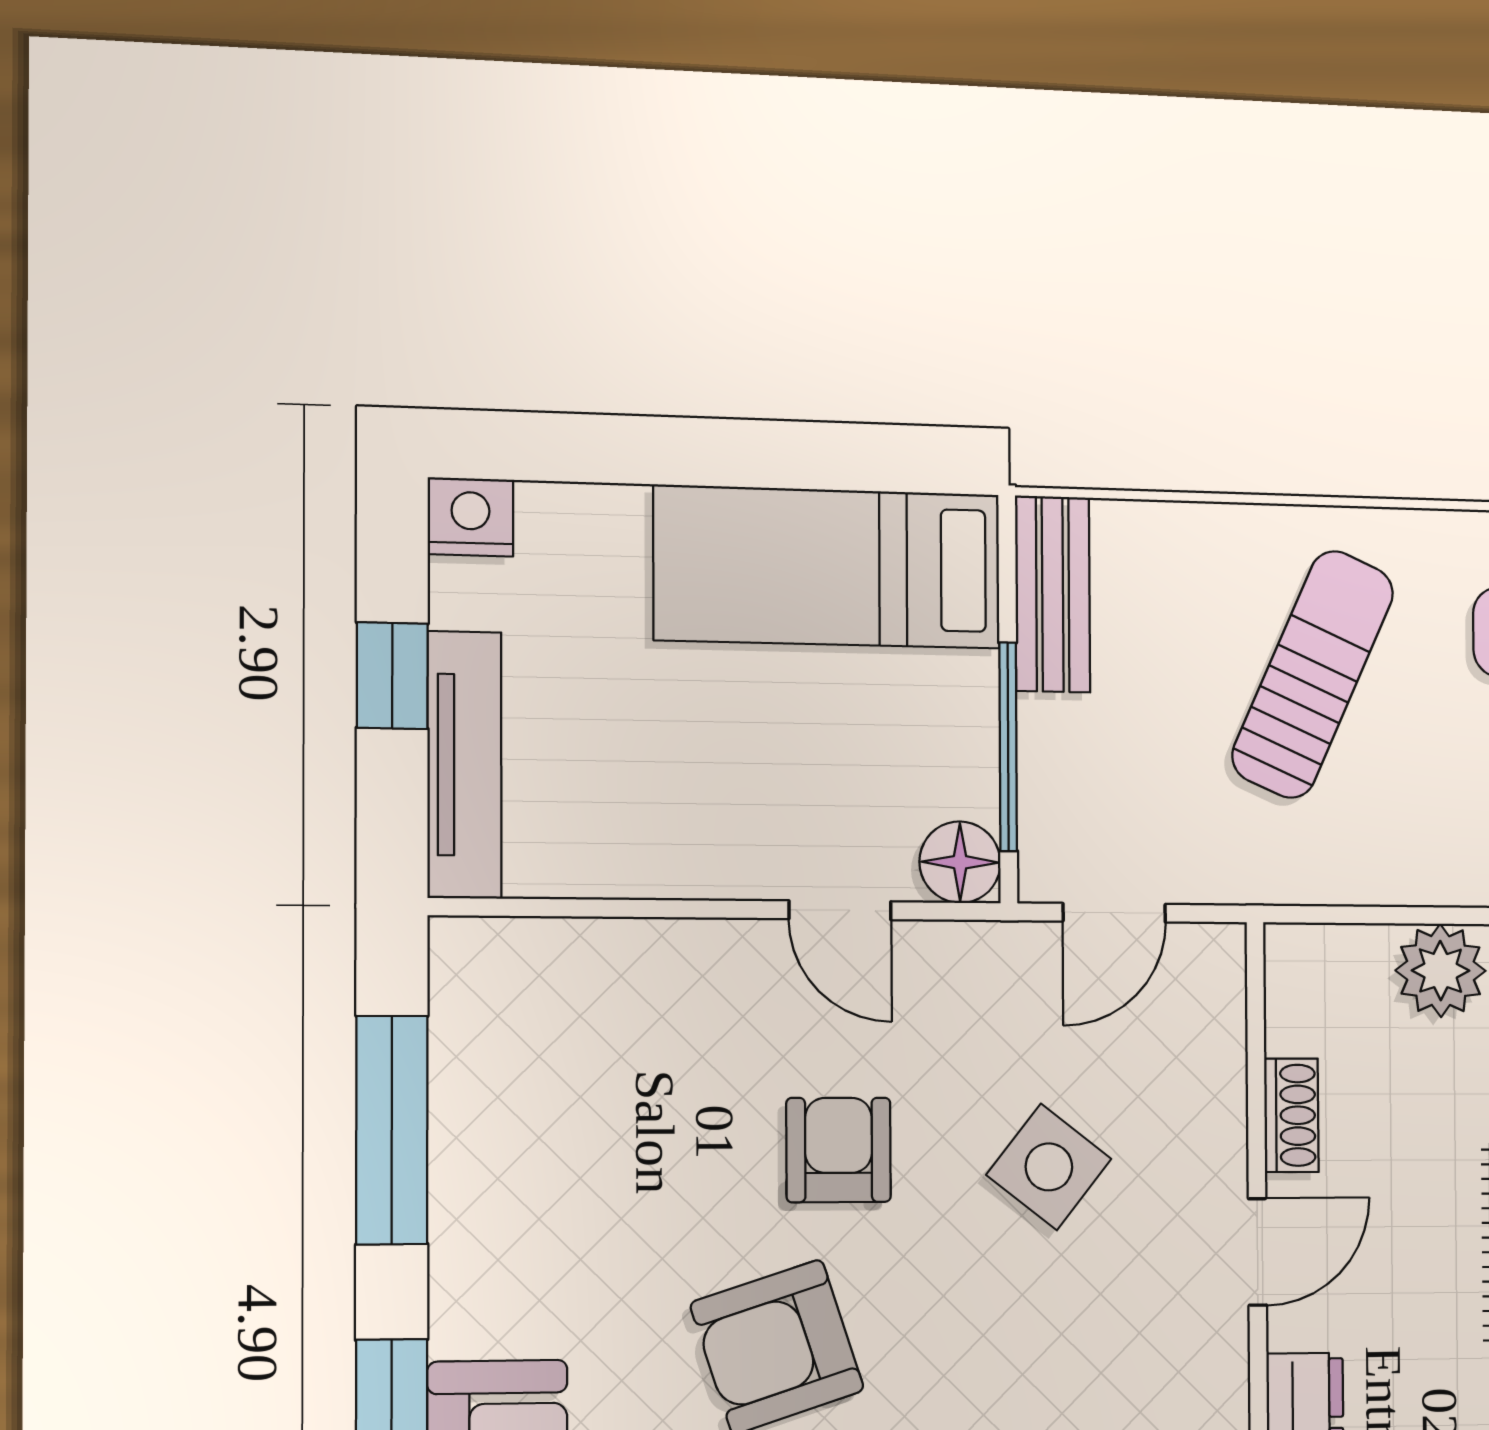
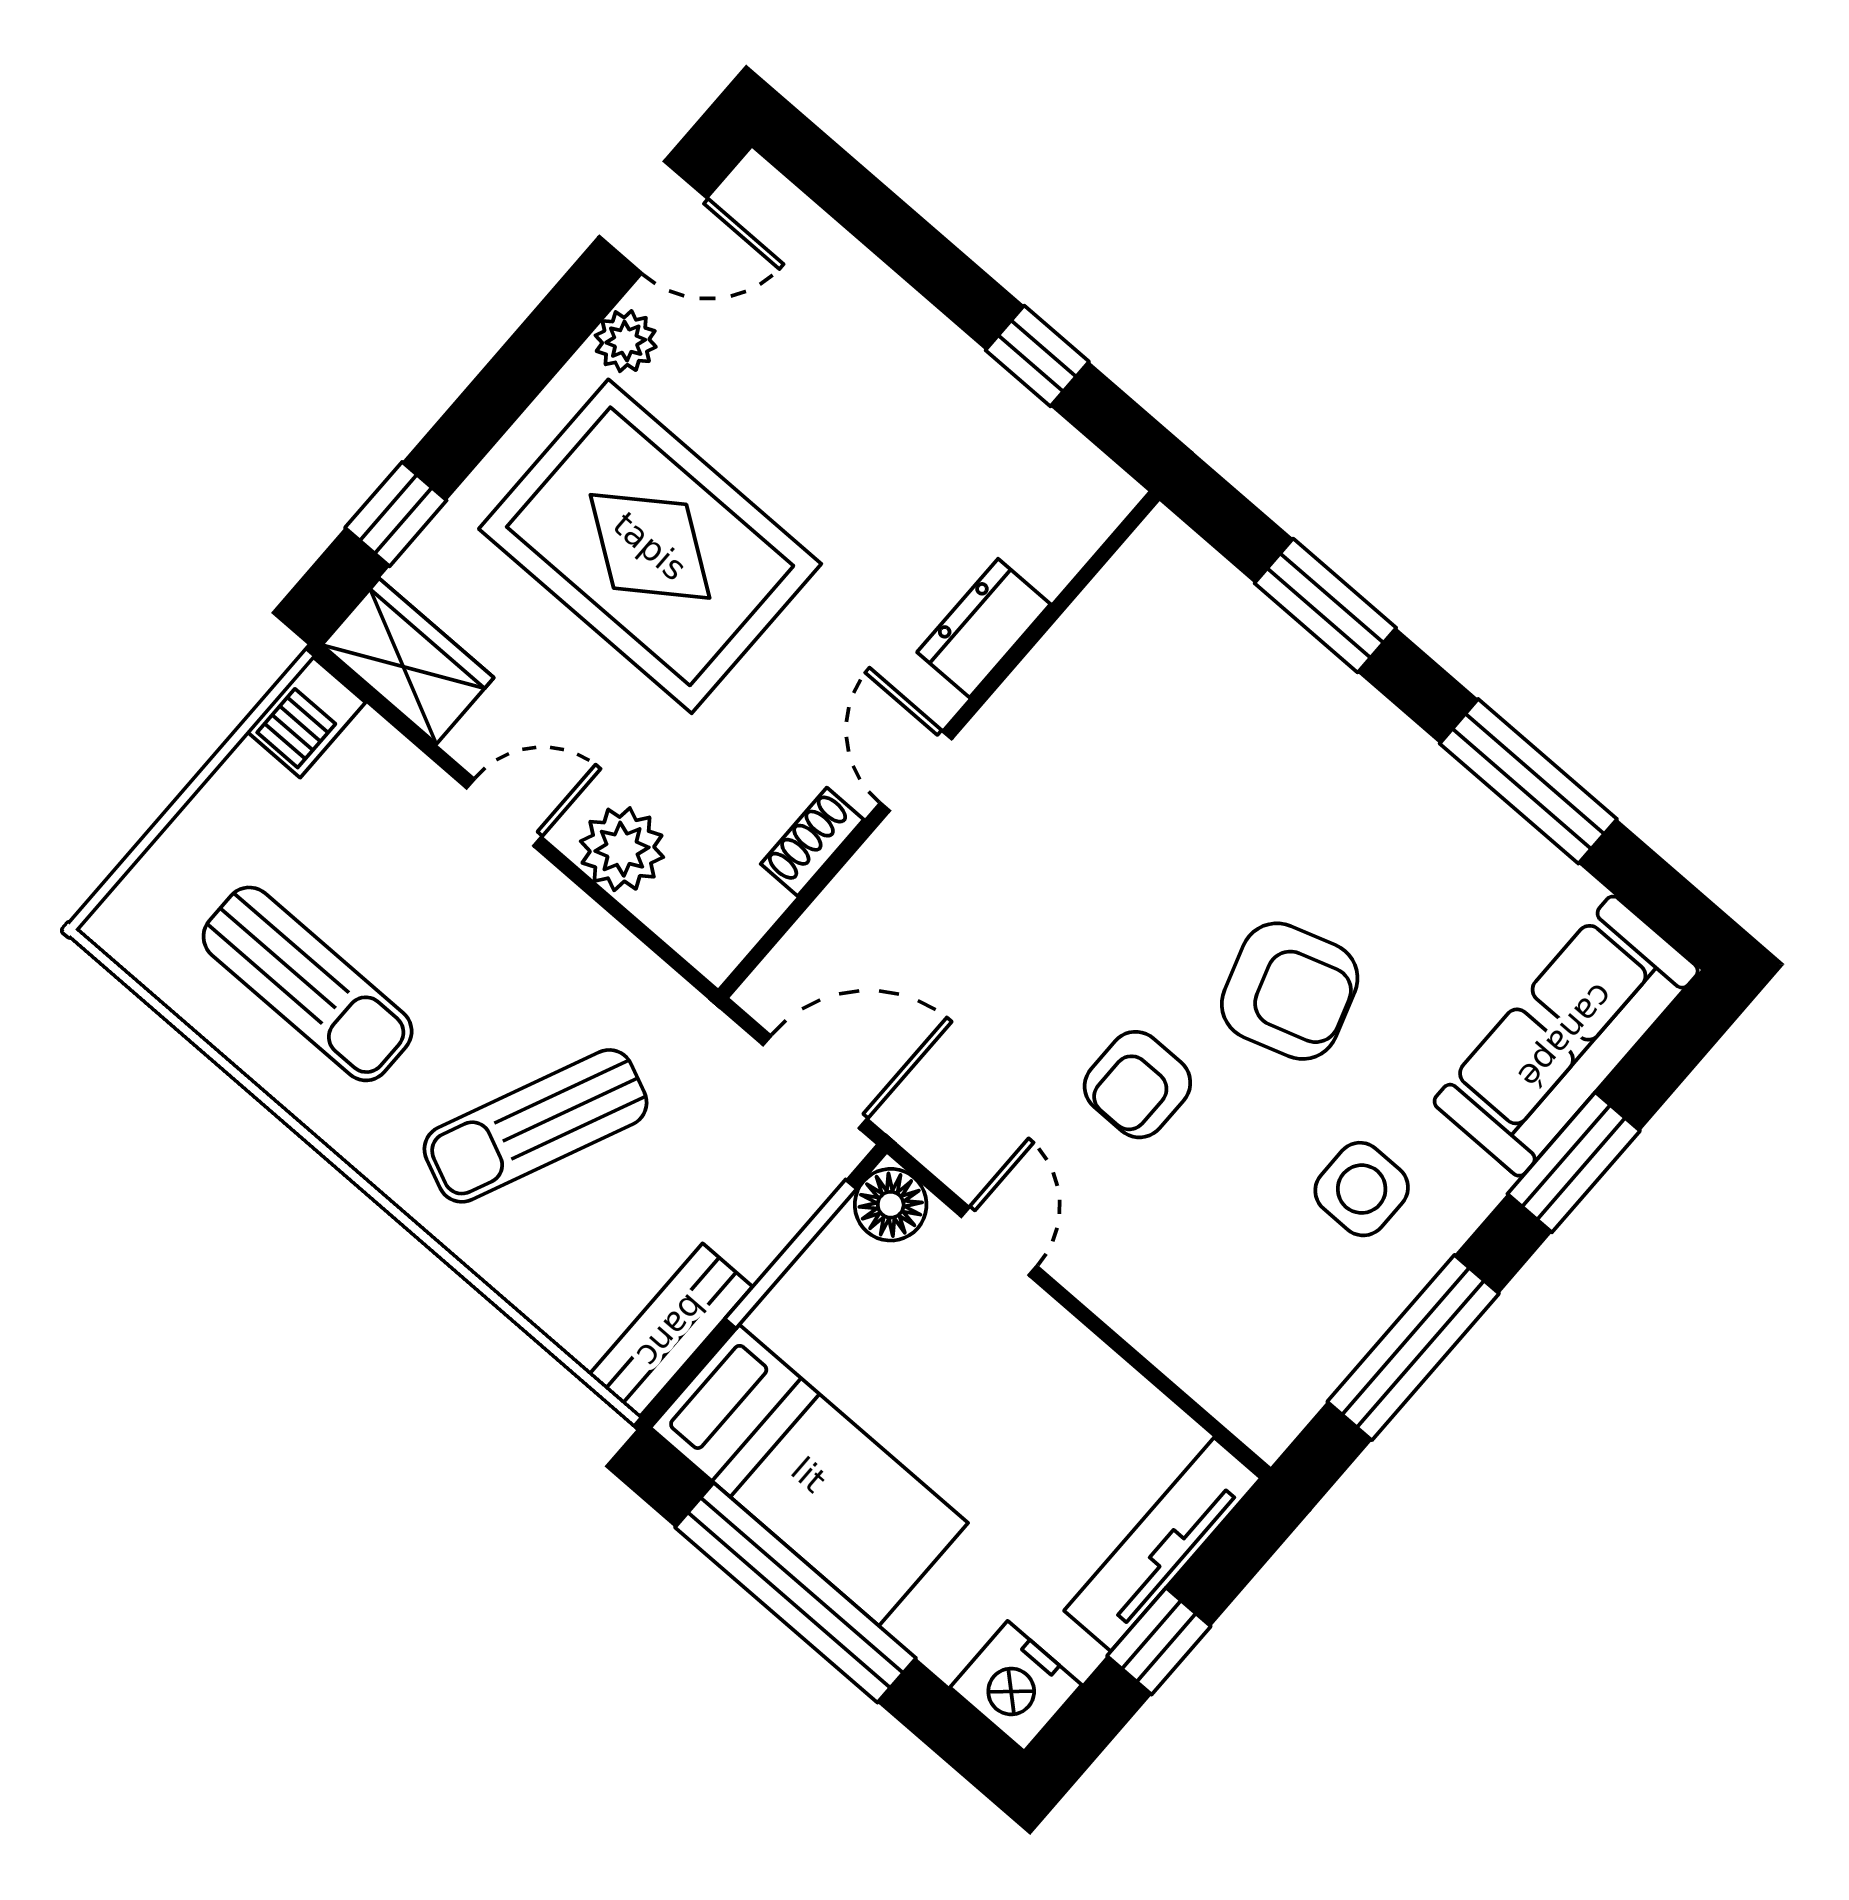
window: (751, 454) -> (796, 1593), added
nightstand: (470, 517) -> (1016, 1686), width x1.36, depth x1.33
door: (1114, 913) -> (815, 1082), width x1.37
side table: (1049, 1167) -> (1362, 1189), moved, turned -38
door: (1257, 1252) -> (916, 771), hinge flipped

